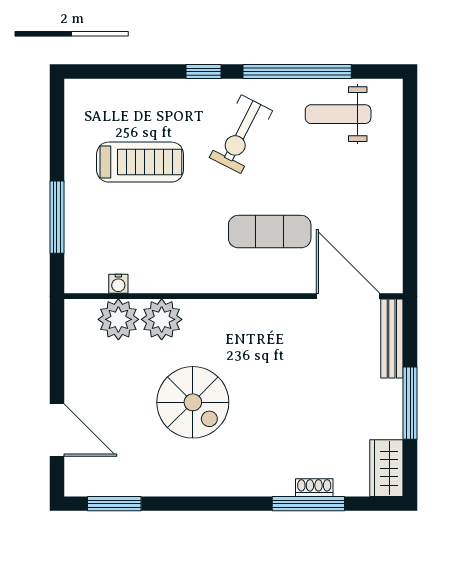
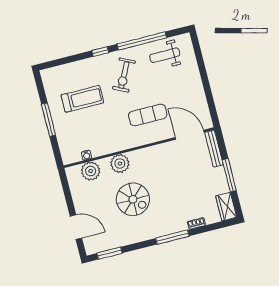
window: (57, 217) -> (48, 120), moved
plant: (162, 319) -> (120, 164), moved
window: (308, 504) -> (172, 237), moved

